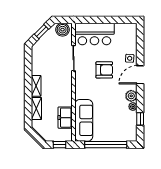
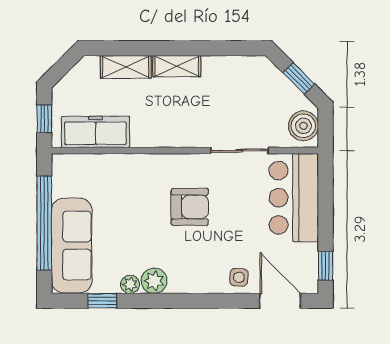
window: (125, 20) -> (325, 266), added
armchair: (104, 70) -> (190, 207), moved, turned -90
door: (140, 75) -> (280, 301), moved
freezer: (65, 118) -> (96, 132), width x1.40
sofa: (84, 120) -> (72, 245), moved, turned -90

